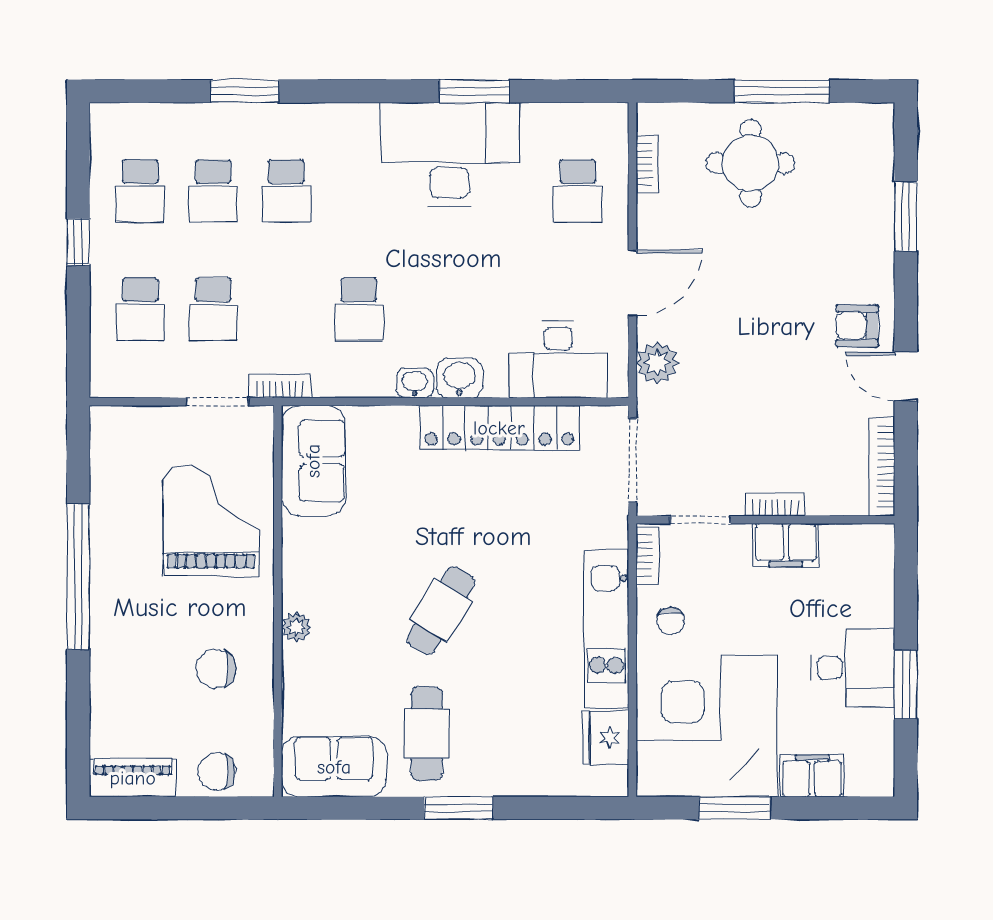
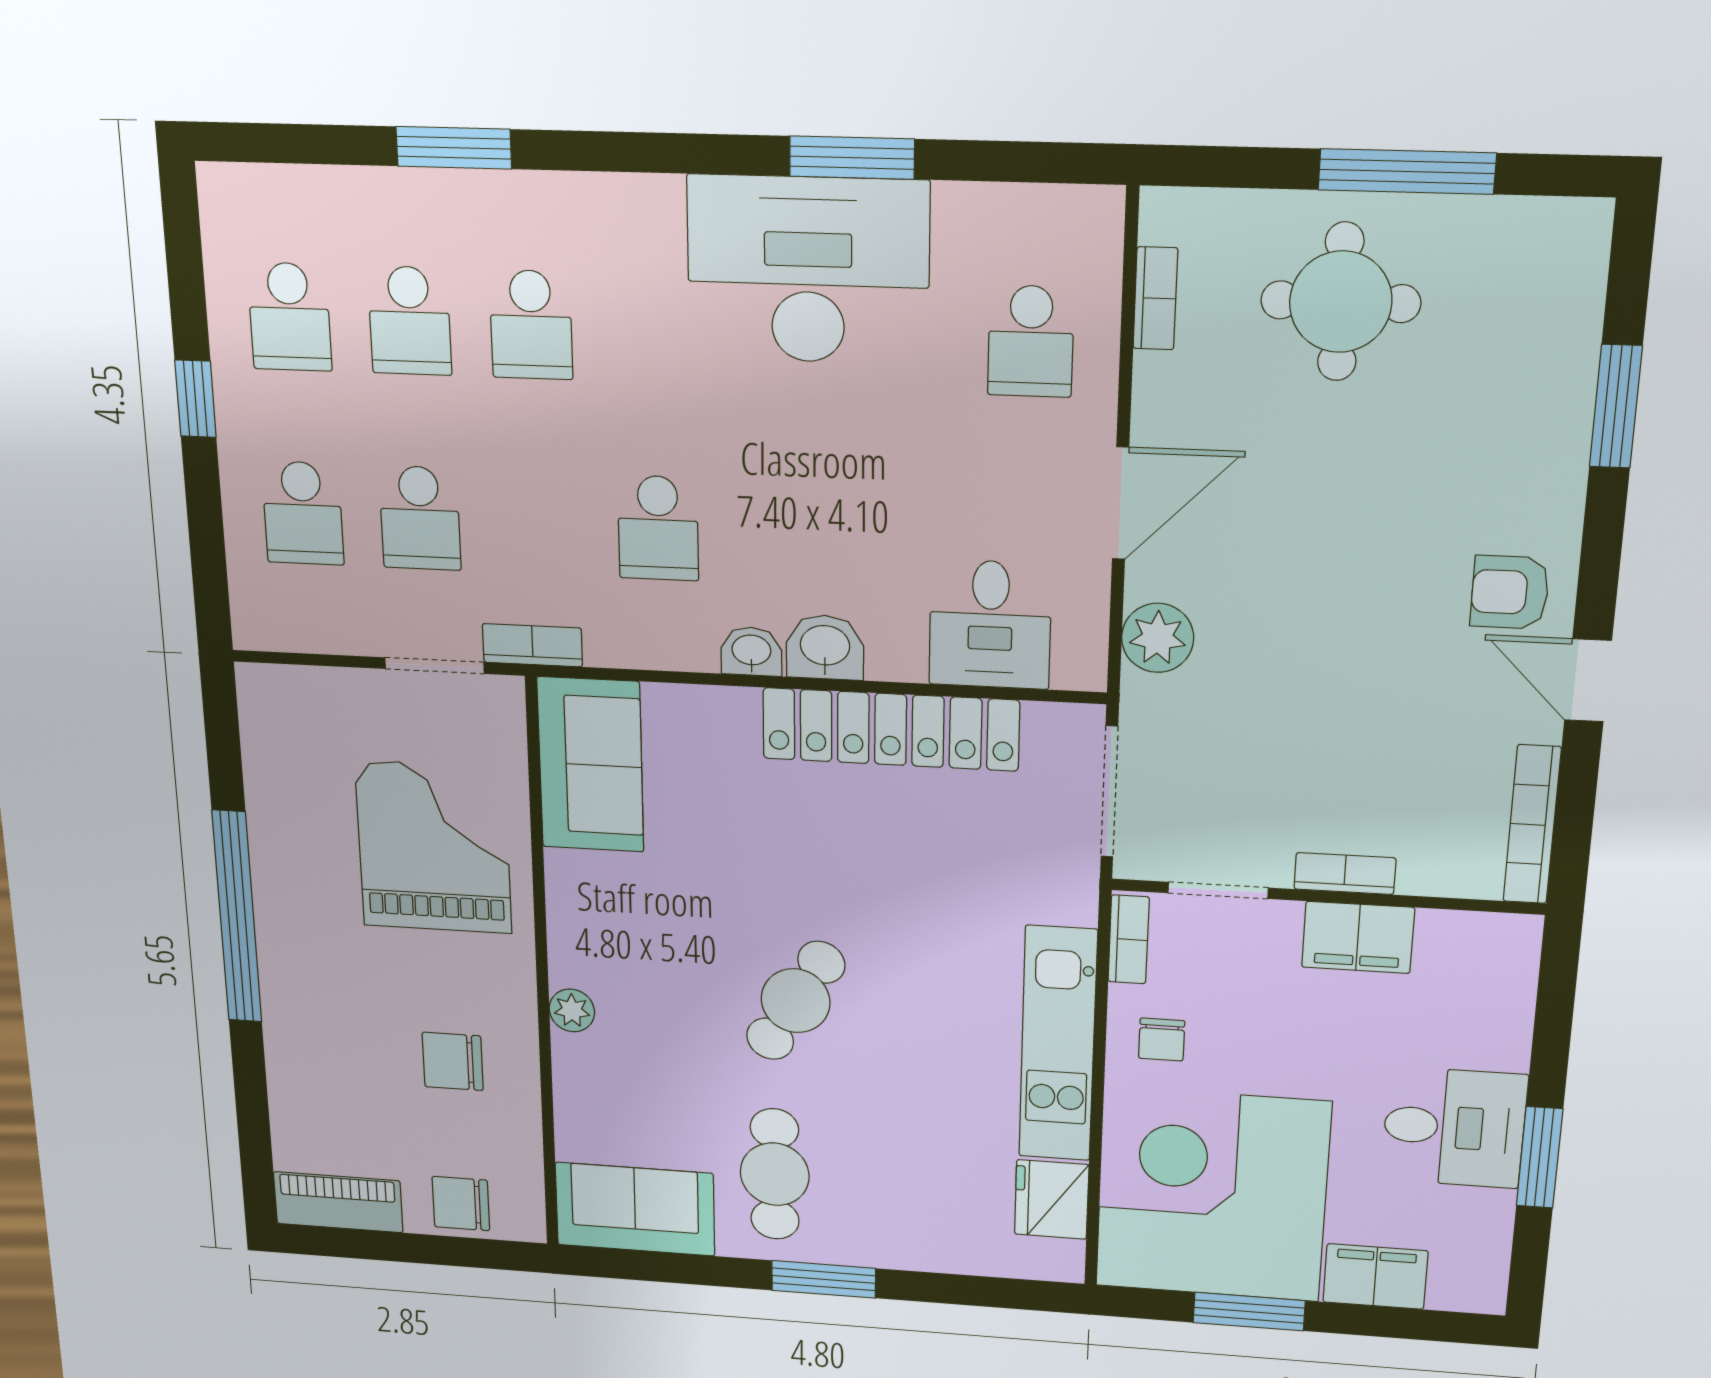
desk: (558, 359) -> (990, 624), width x0.73

